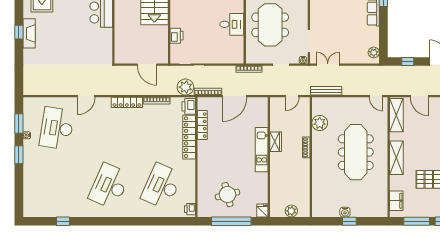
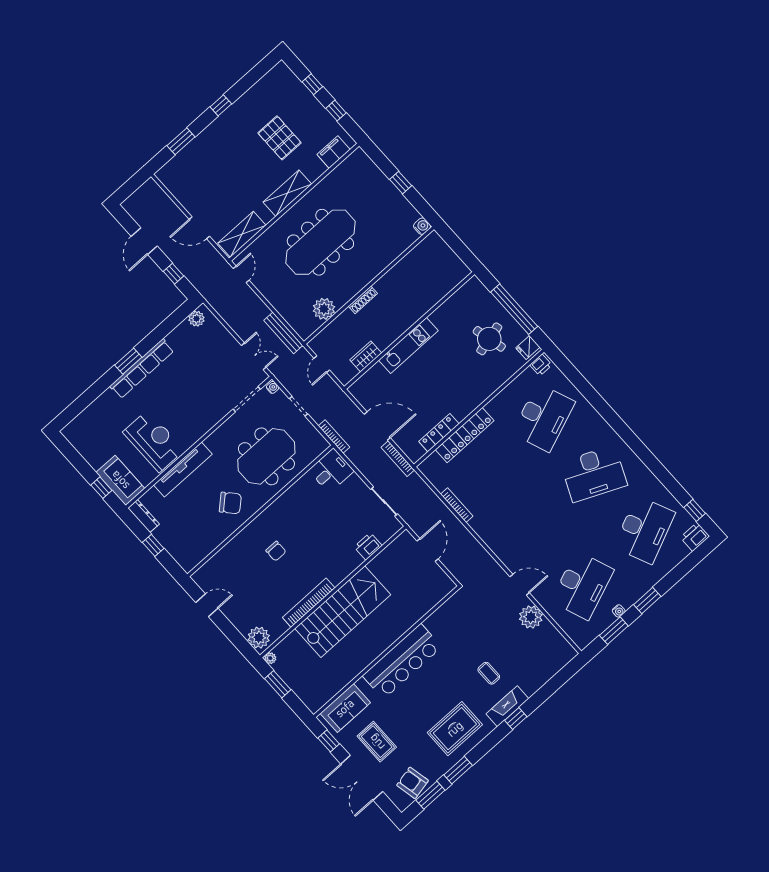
desk: (232, 24) -> (331, 471), moved, turned 90
coffee table: (55, 39) -> (489, 673), added
double door: (328, 65) -> (254, 356), swing flipped
plant: (185, 87) -> (531, 617), moved
door: (292, 96) -> (322, 364), swing flipped
door: (419, 96) -> (199, 228), swing flipped
locker: (127, 102) -> (487, 535), removed
printer: (189, 106) -> (695, 537), moved, turned 180
desk: (57, 128) -> (582, 586), turned -30
wardrobe: (276, 142) -> (366, 356), moved
desk: (57, 186) -> (644, 530), added
desk: (162, 186) -> (543, 418), turned -45
fridge: (262, 211) -> (528, 347), moved
plant: (291, 211) -> (446, 255), removed
water cooler: (345, 212) -> (422, 226), moved
window: (63, 221) -> (695, 510), moved
window: (417, 221) -> (336, 111), width x0.46

